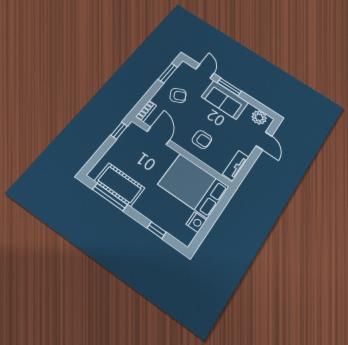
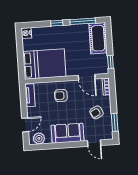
window: (229, 87) -> (72, 145), removed
door: (264, 141) -> (25, 125), swing flipped
cot: (120, 185) -> (98, 38), moved, turned 90
nightstand: (196, 222) -> (26, 33), moved
window: (157, 230) -> (57, 23), moved

